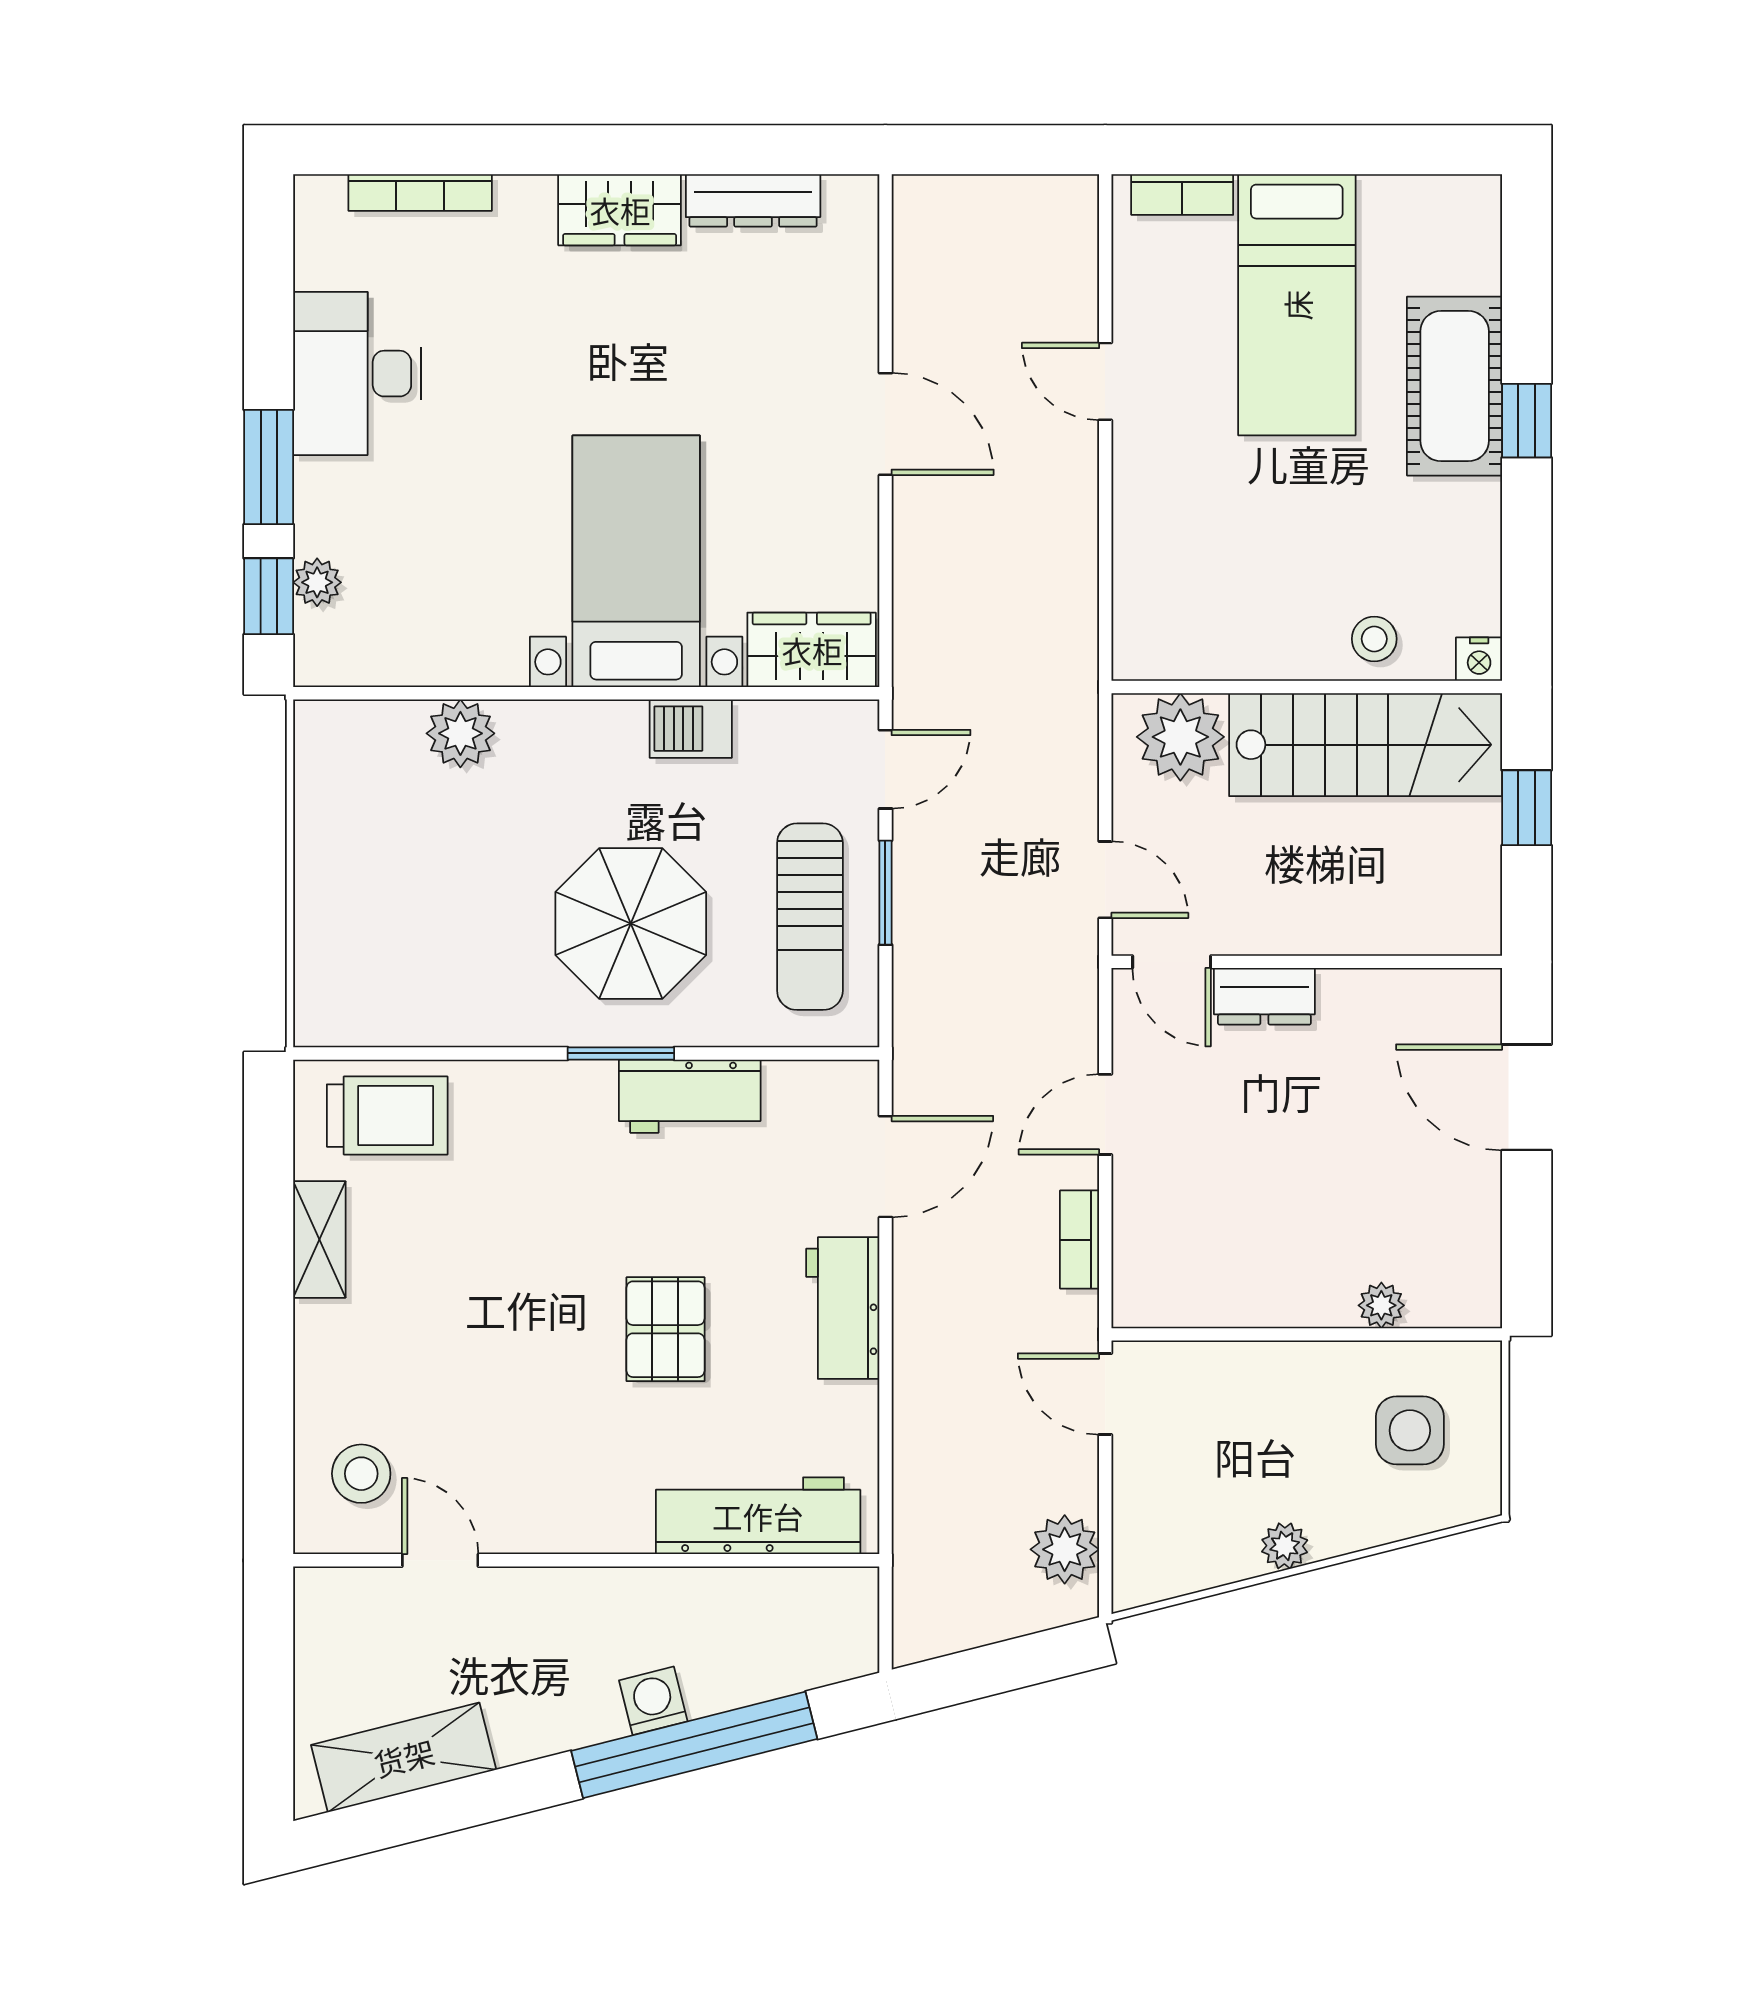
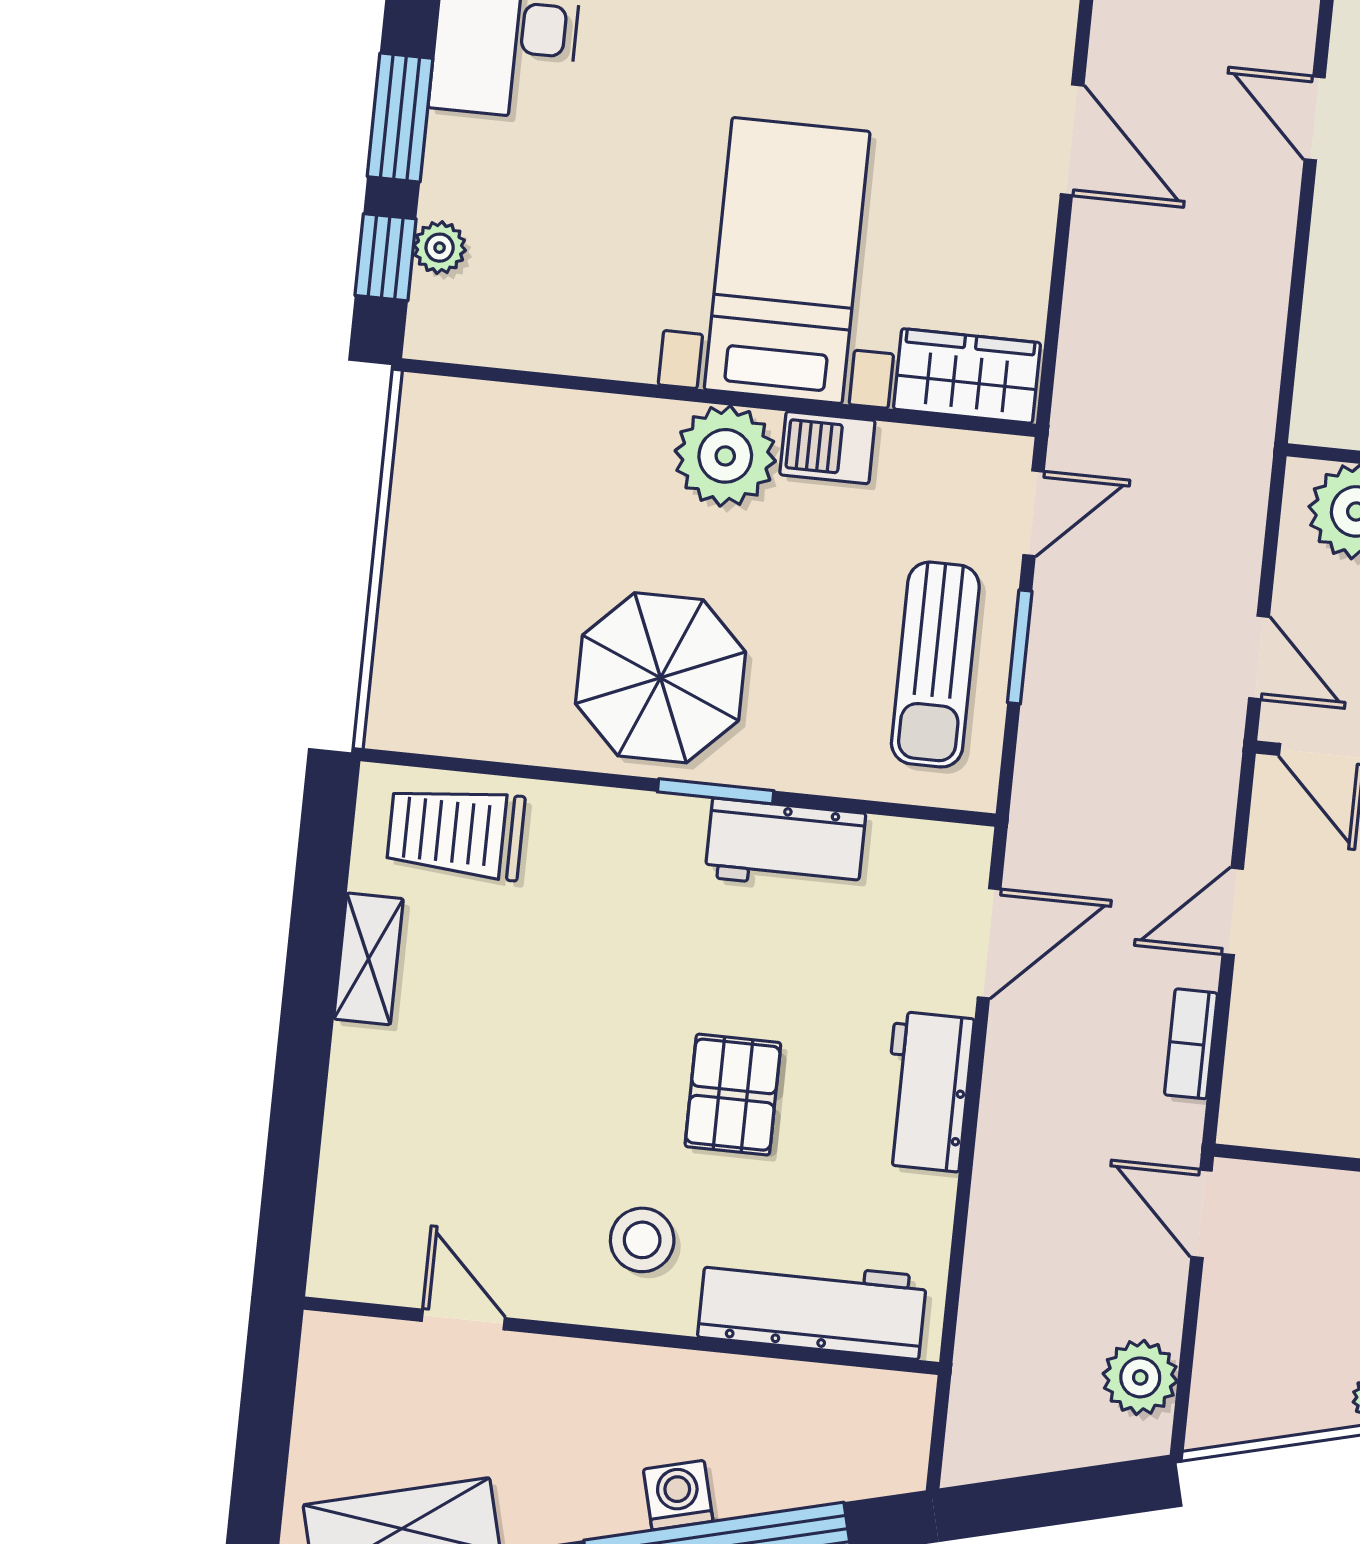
plant: (460, 733) -> (725, 456), moved, width x1.36, depth x1.36
parasol: (631, 923) -> (661, 678), moved
trolley: (387, 1116) -> (456, 832), turned 180
stool: (361, 1474) -> (642, 1240), moved

